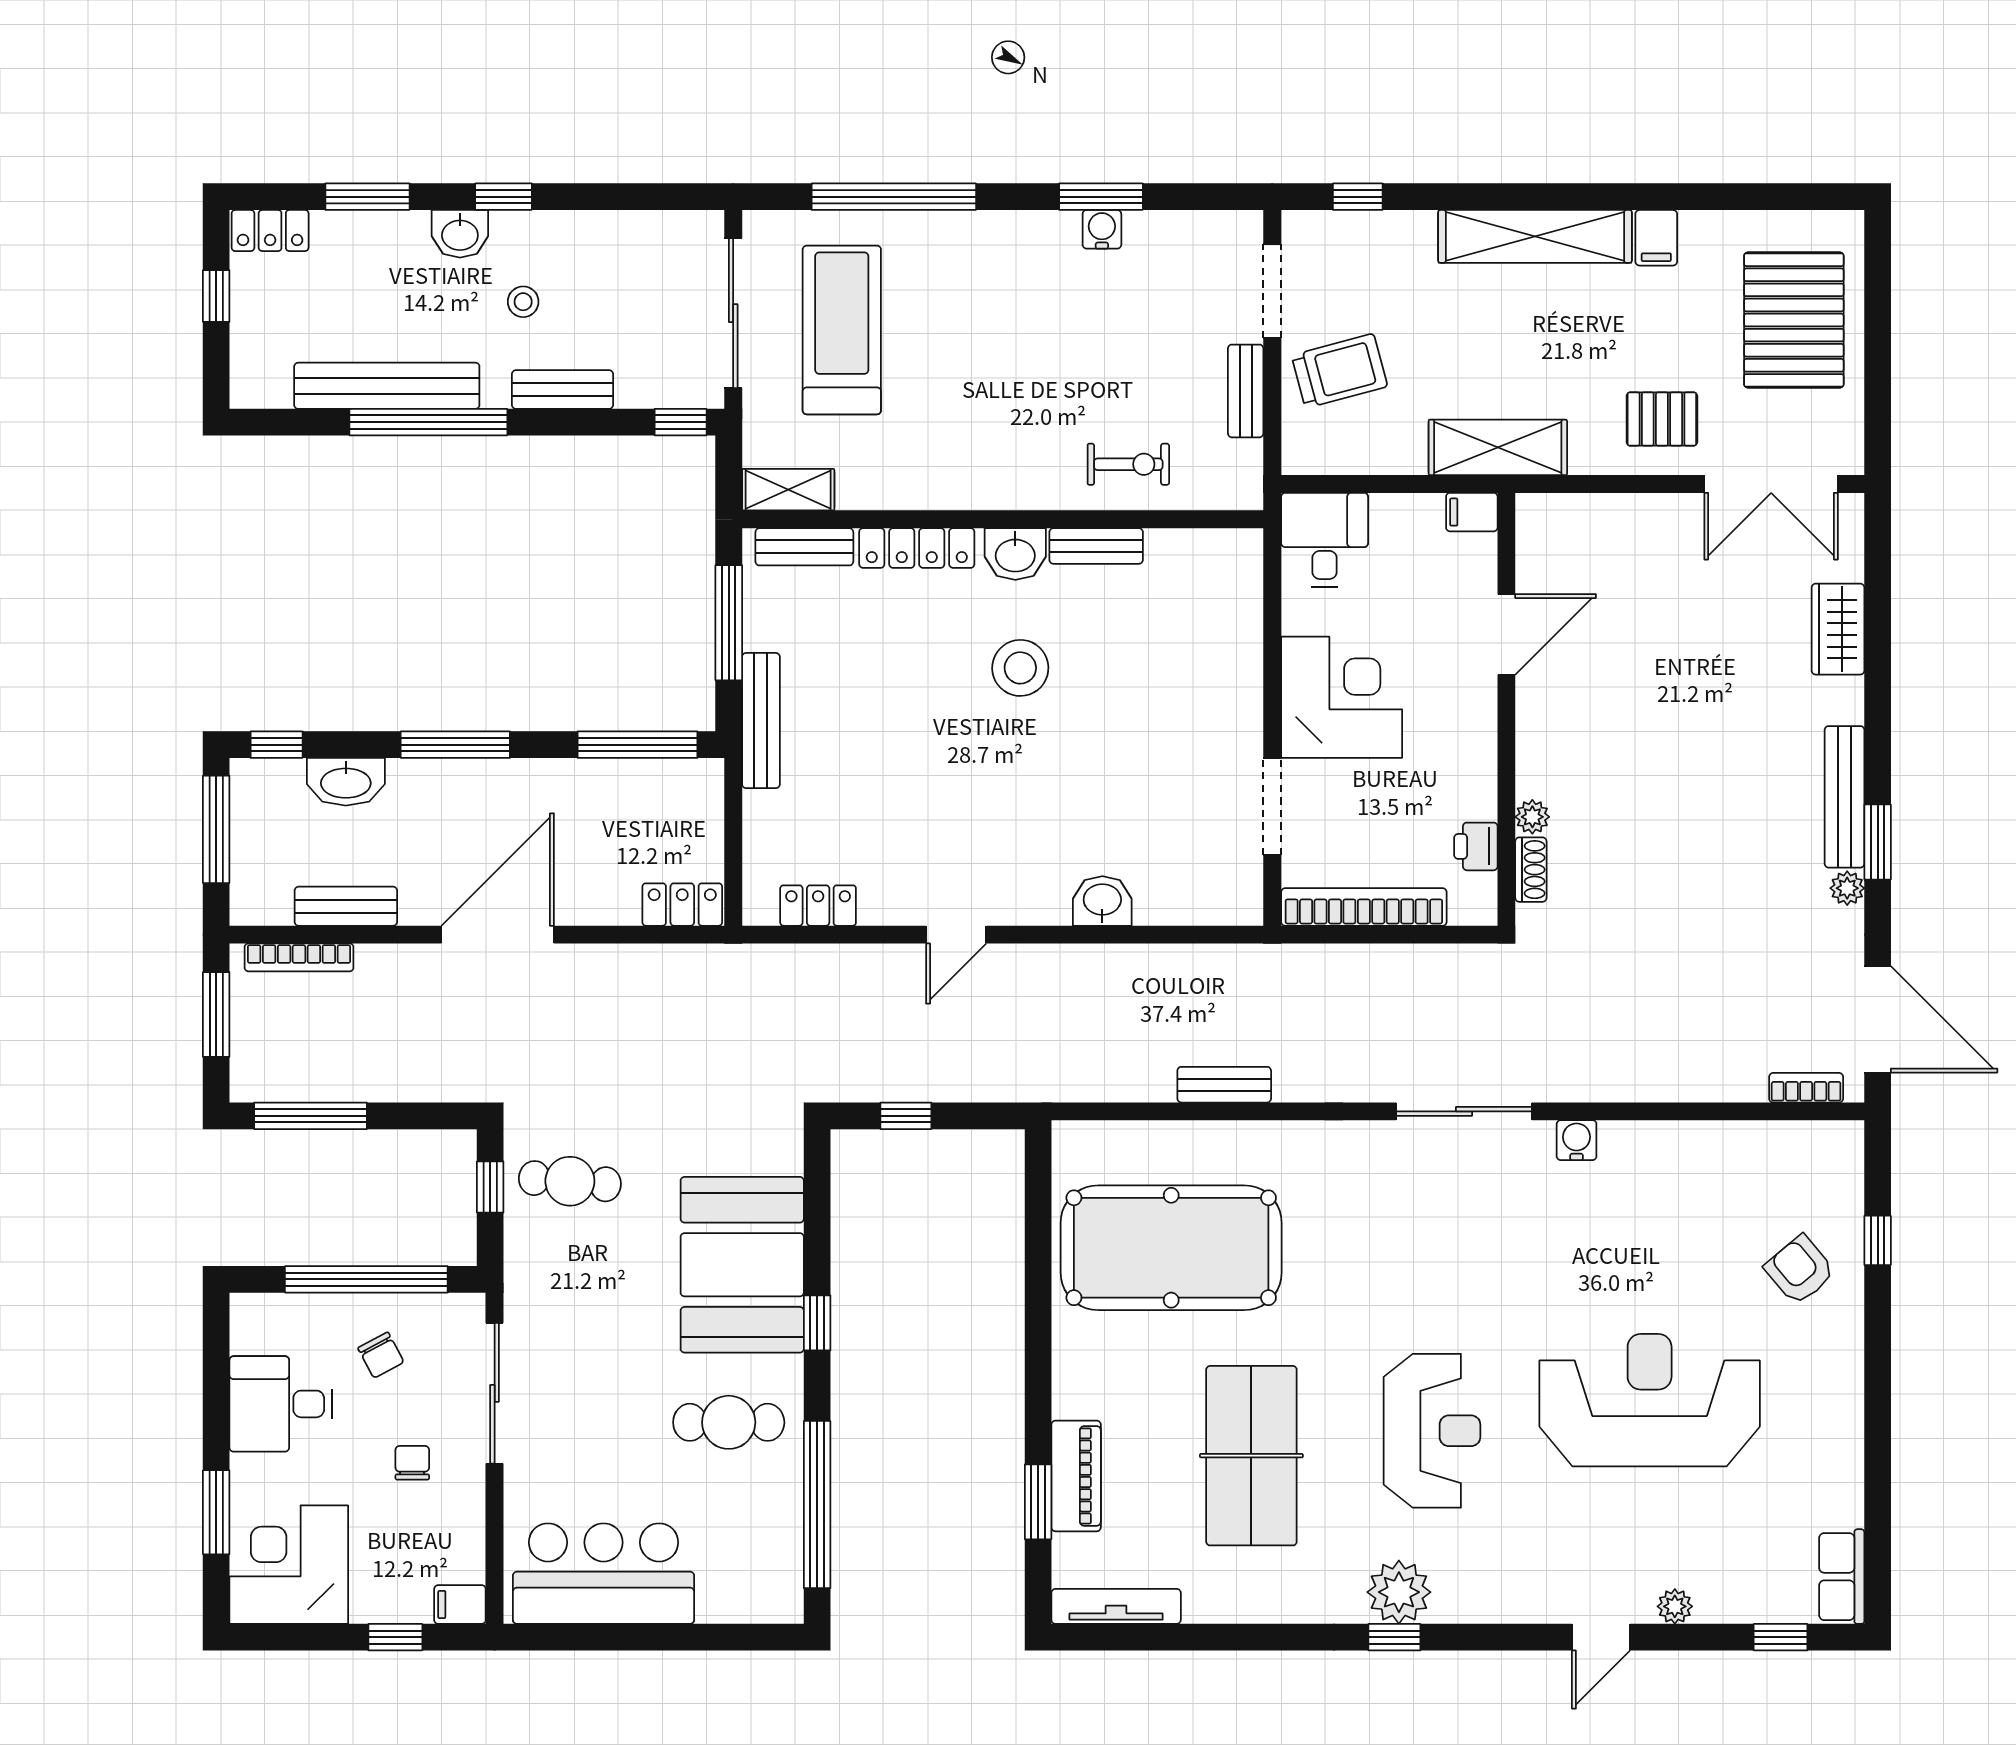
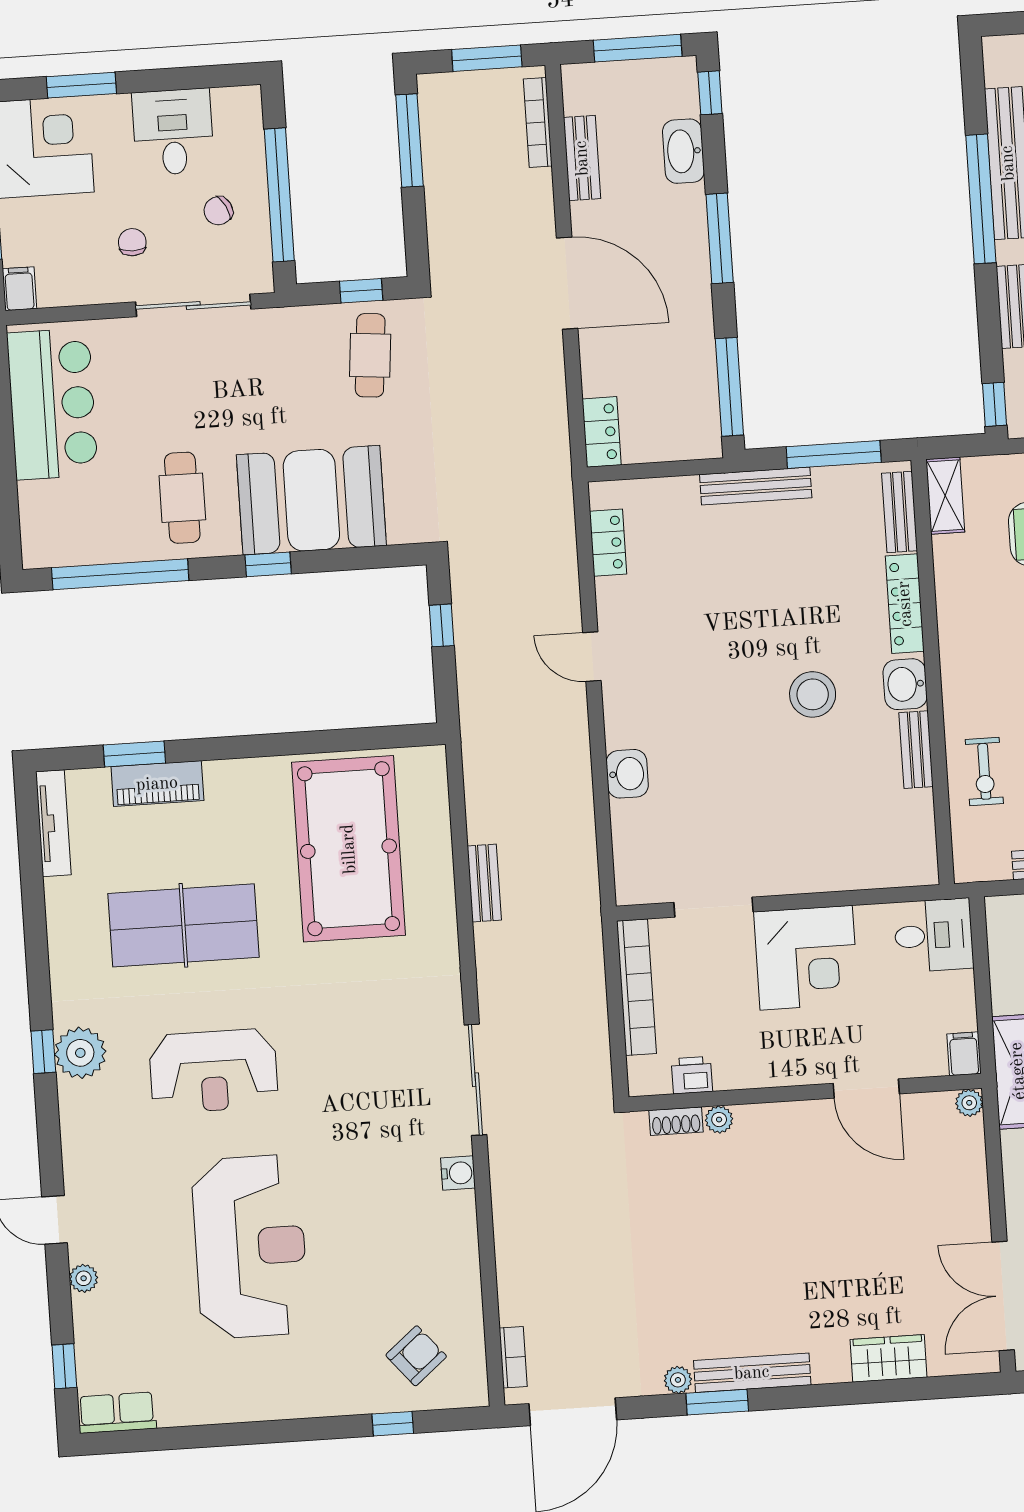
plant: (1532, 510) -> (969, 1103), added
armchair: (1800, 1270) -> (416, 1356), moved
chair: (412, 1463) -> (132, 242), turned -90

